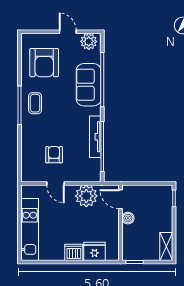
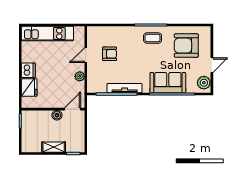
plant: (86, 196) -> (80, 76), width x0.53, depth x0.53
shelving: (166, 247) -> (54, 147), moved

